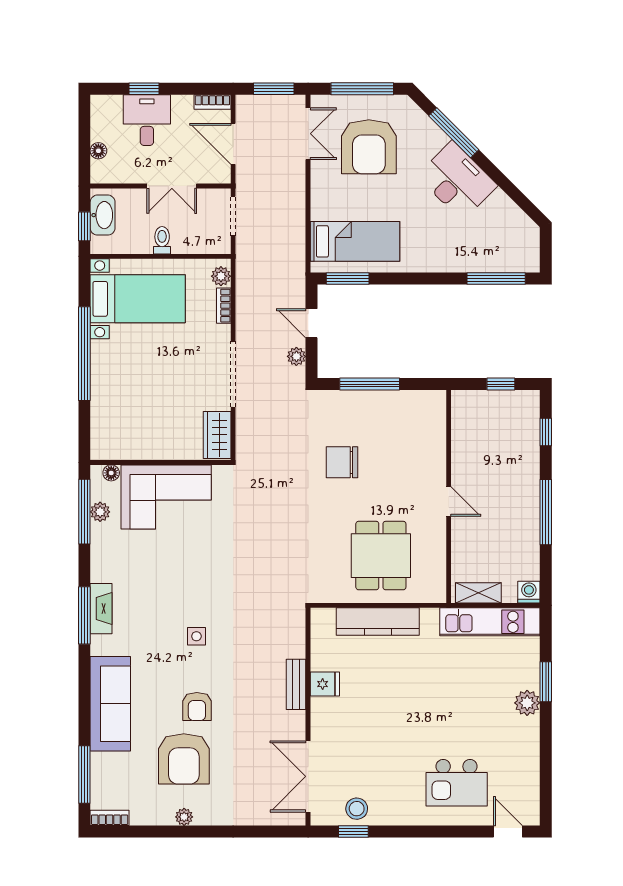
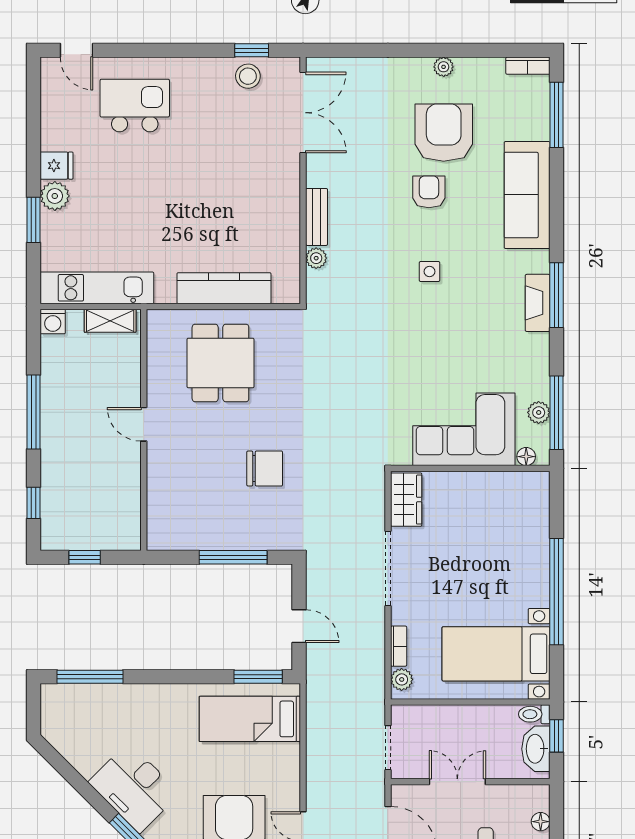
toilet: (162, 240) -> (534, 714), moved, turned 90
plant: (296, 356) -> (316, 258), moved
fridge: (325, 684) -> (57, 166), moved, turned 180

